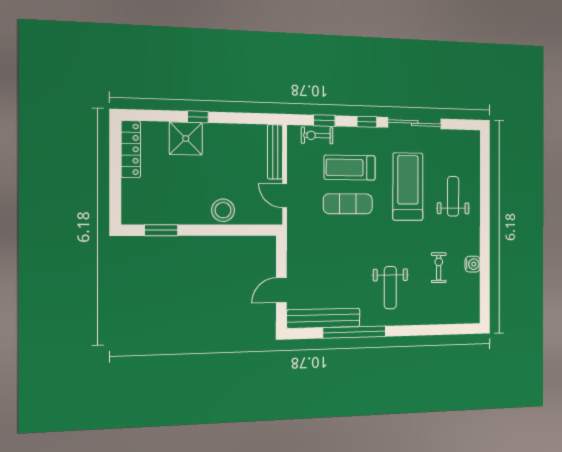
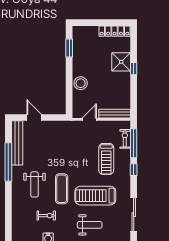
window: (324, 121) -> (134, 143), width x2.17
sliding door: (415, 123) -> (134, 215), moved
treadmill: (350, 168) -> (106, 159), turned 180
treadmill: (408, 187) -> (95, 196), turned 180
exercise mat: (348, 204) -> (62, 189), moved
weight bench: (390, 288) -> (35, 184), turned -90

